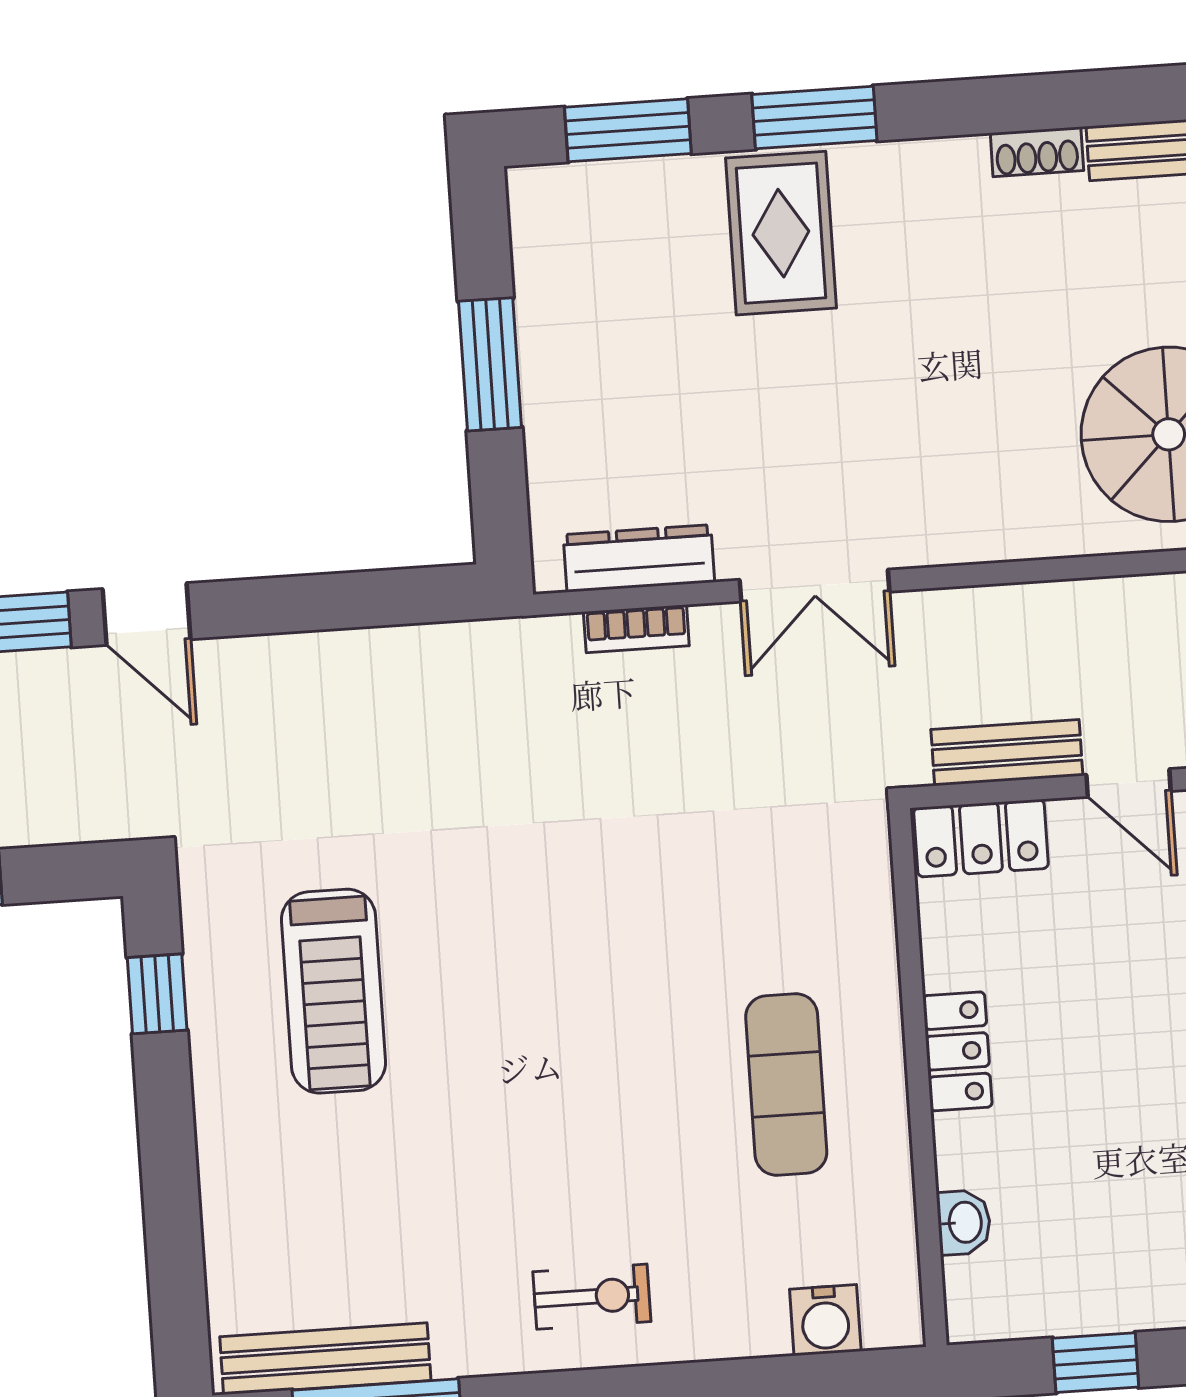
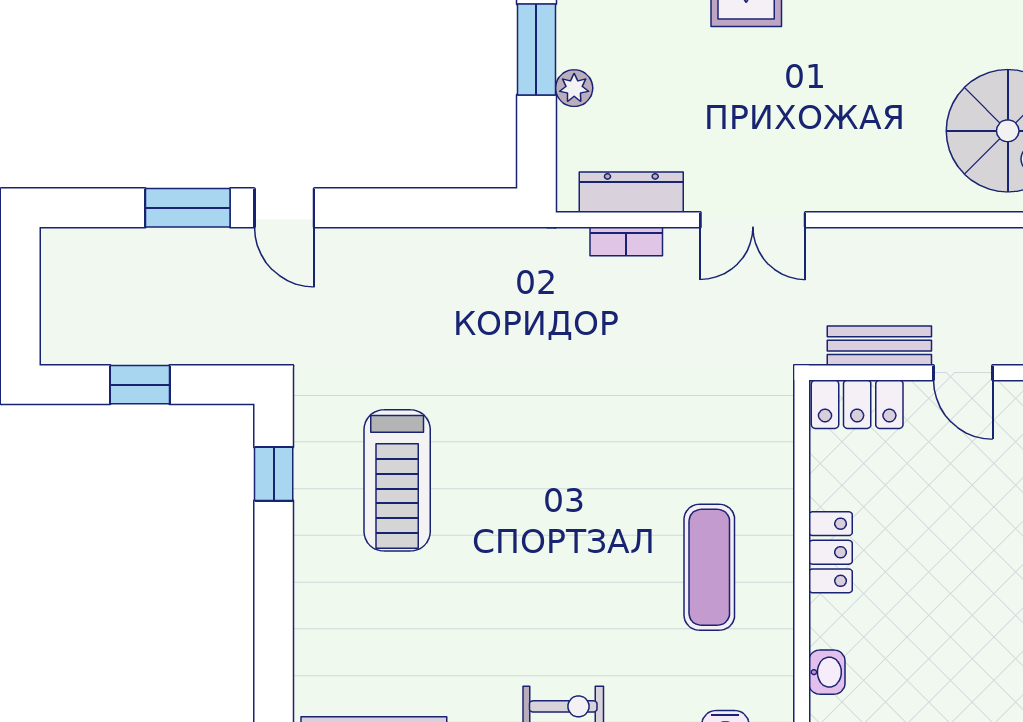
plant: (547, 416) -> (574, 88), added

